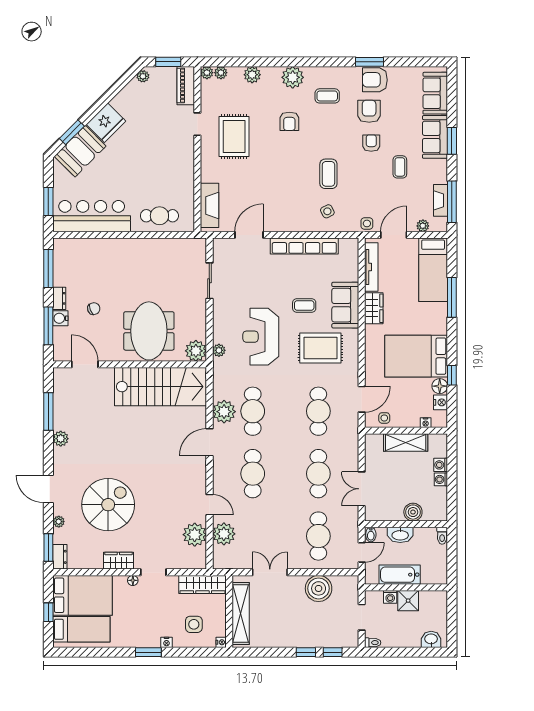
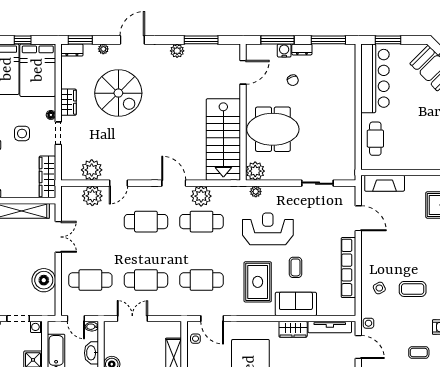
washing machine: (390, 597) -> (36, 327), moved
side table: (194, 624) -> (22, 133), moved

